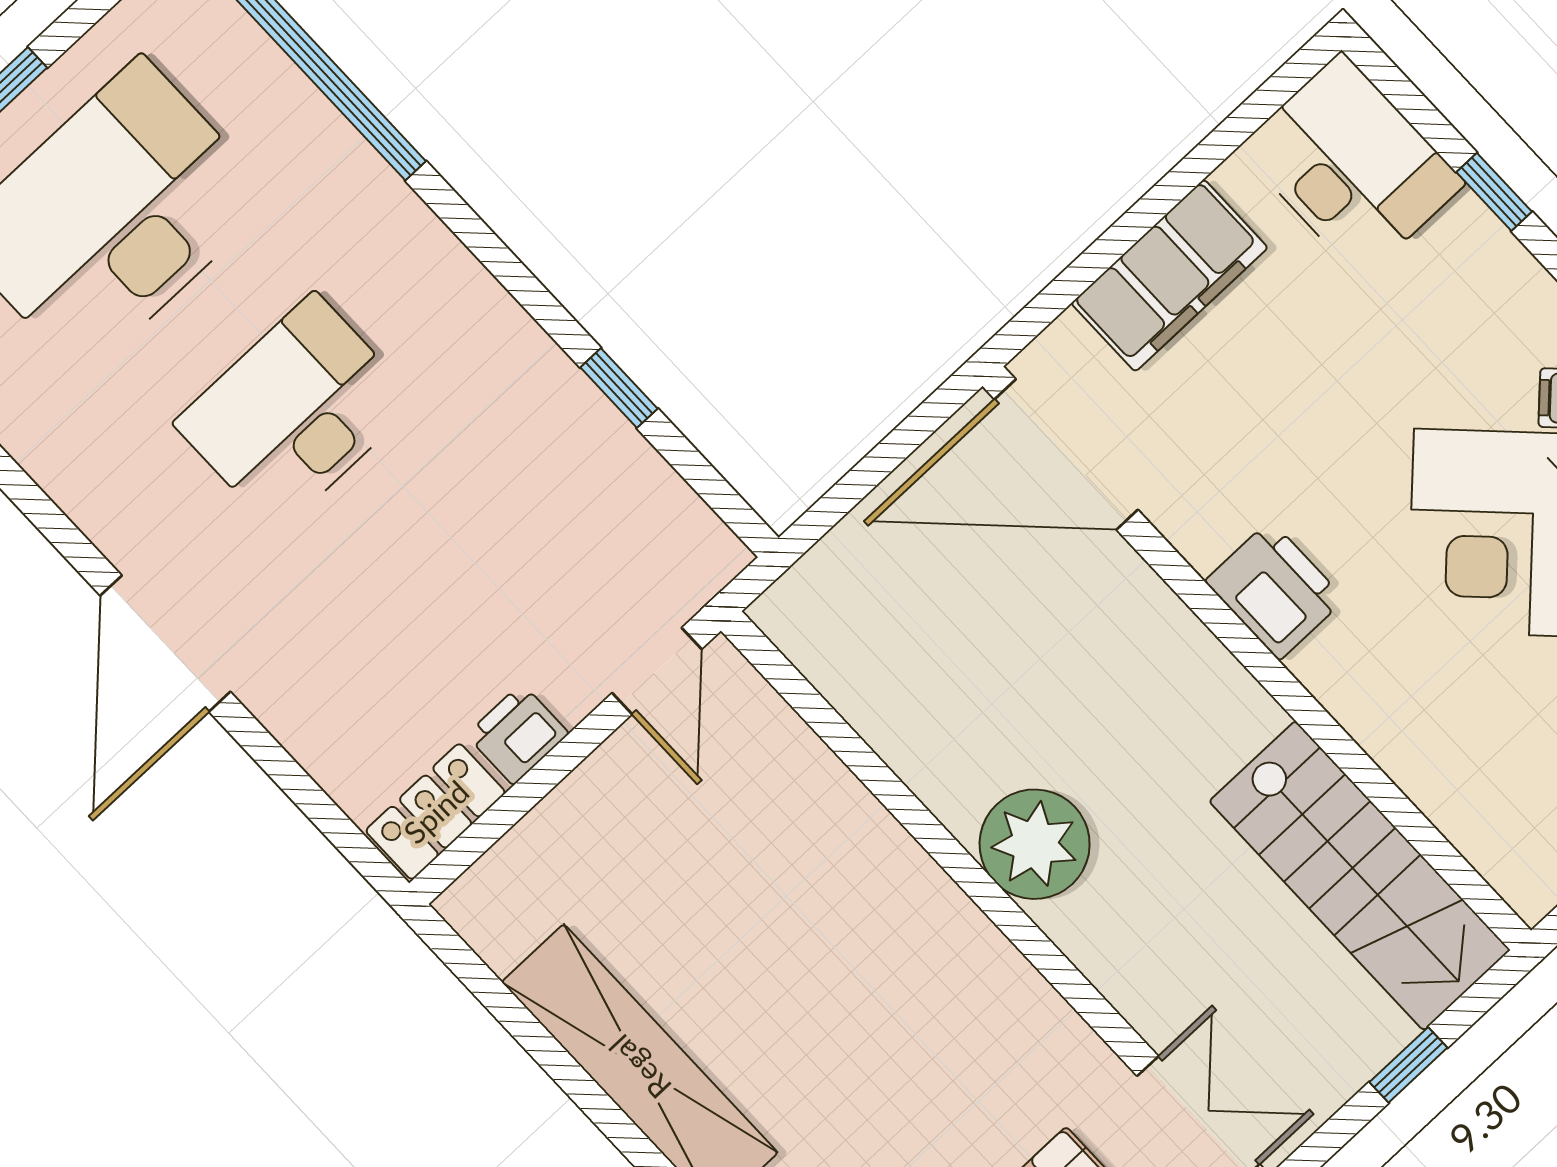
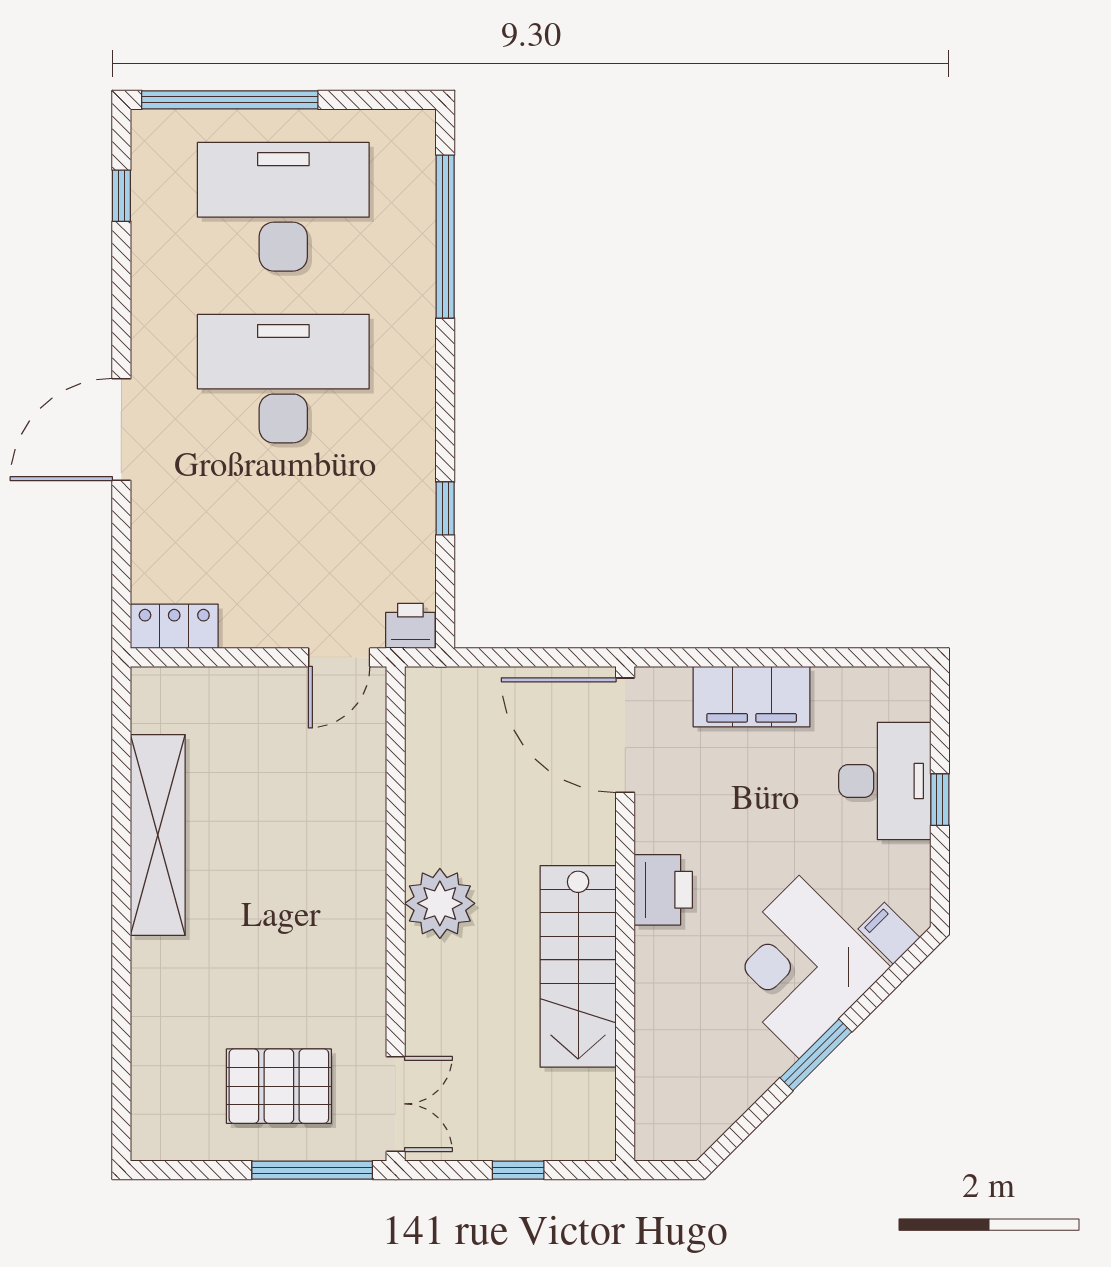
desk: (1352, 166) -> (885, 781), moved
desk: (296, 413) -> (283, 379), width x1.36, depth x1.30
printer: (518, 734) -> (410, 626), moved
stairs: (1360, 876) -> (578, 966), moved

